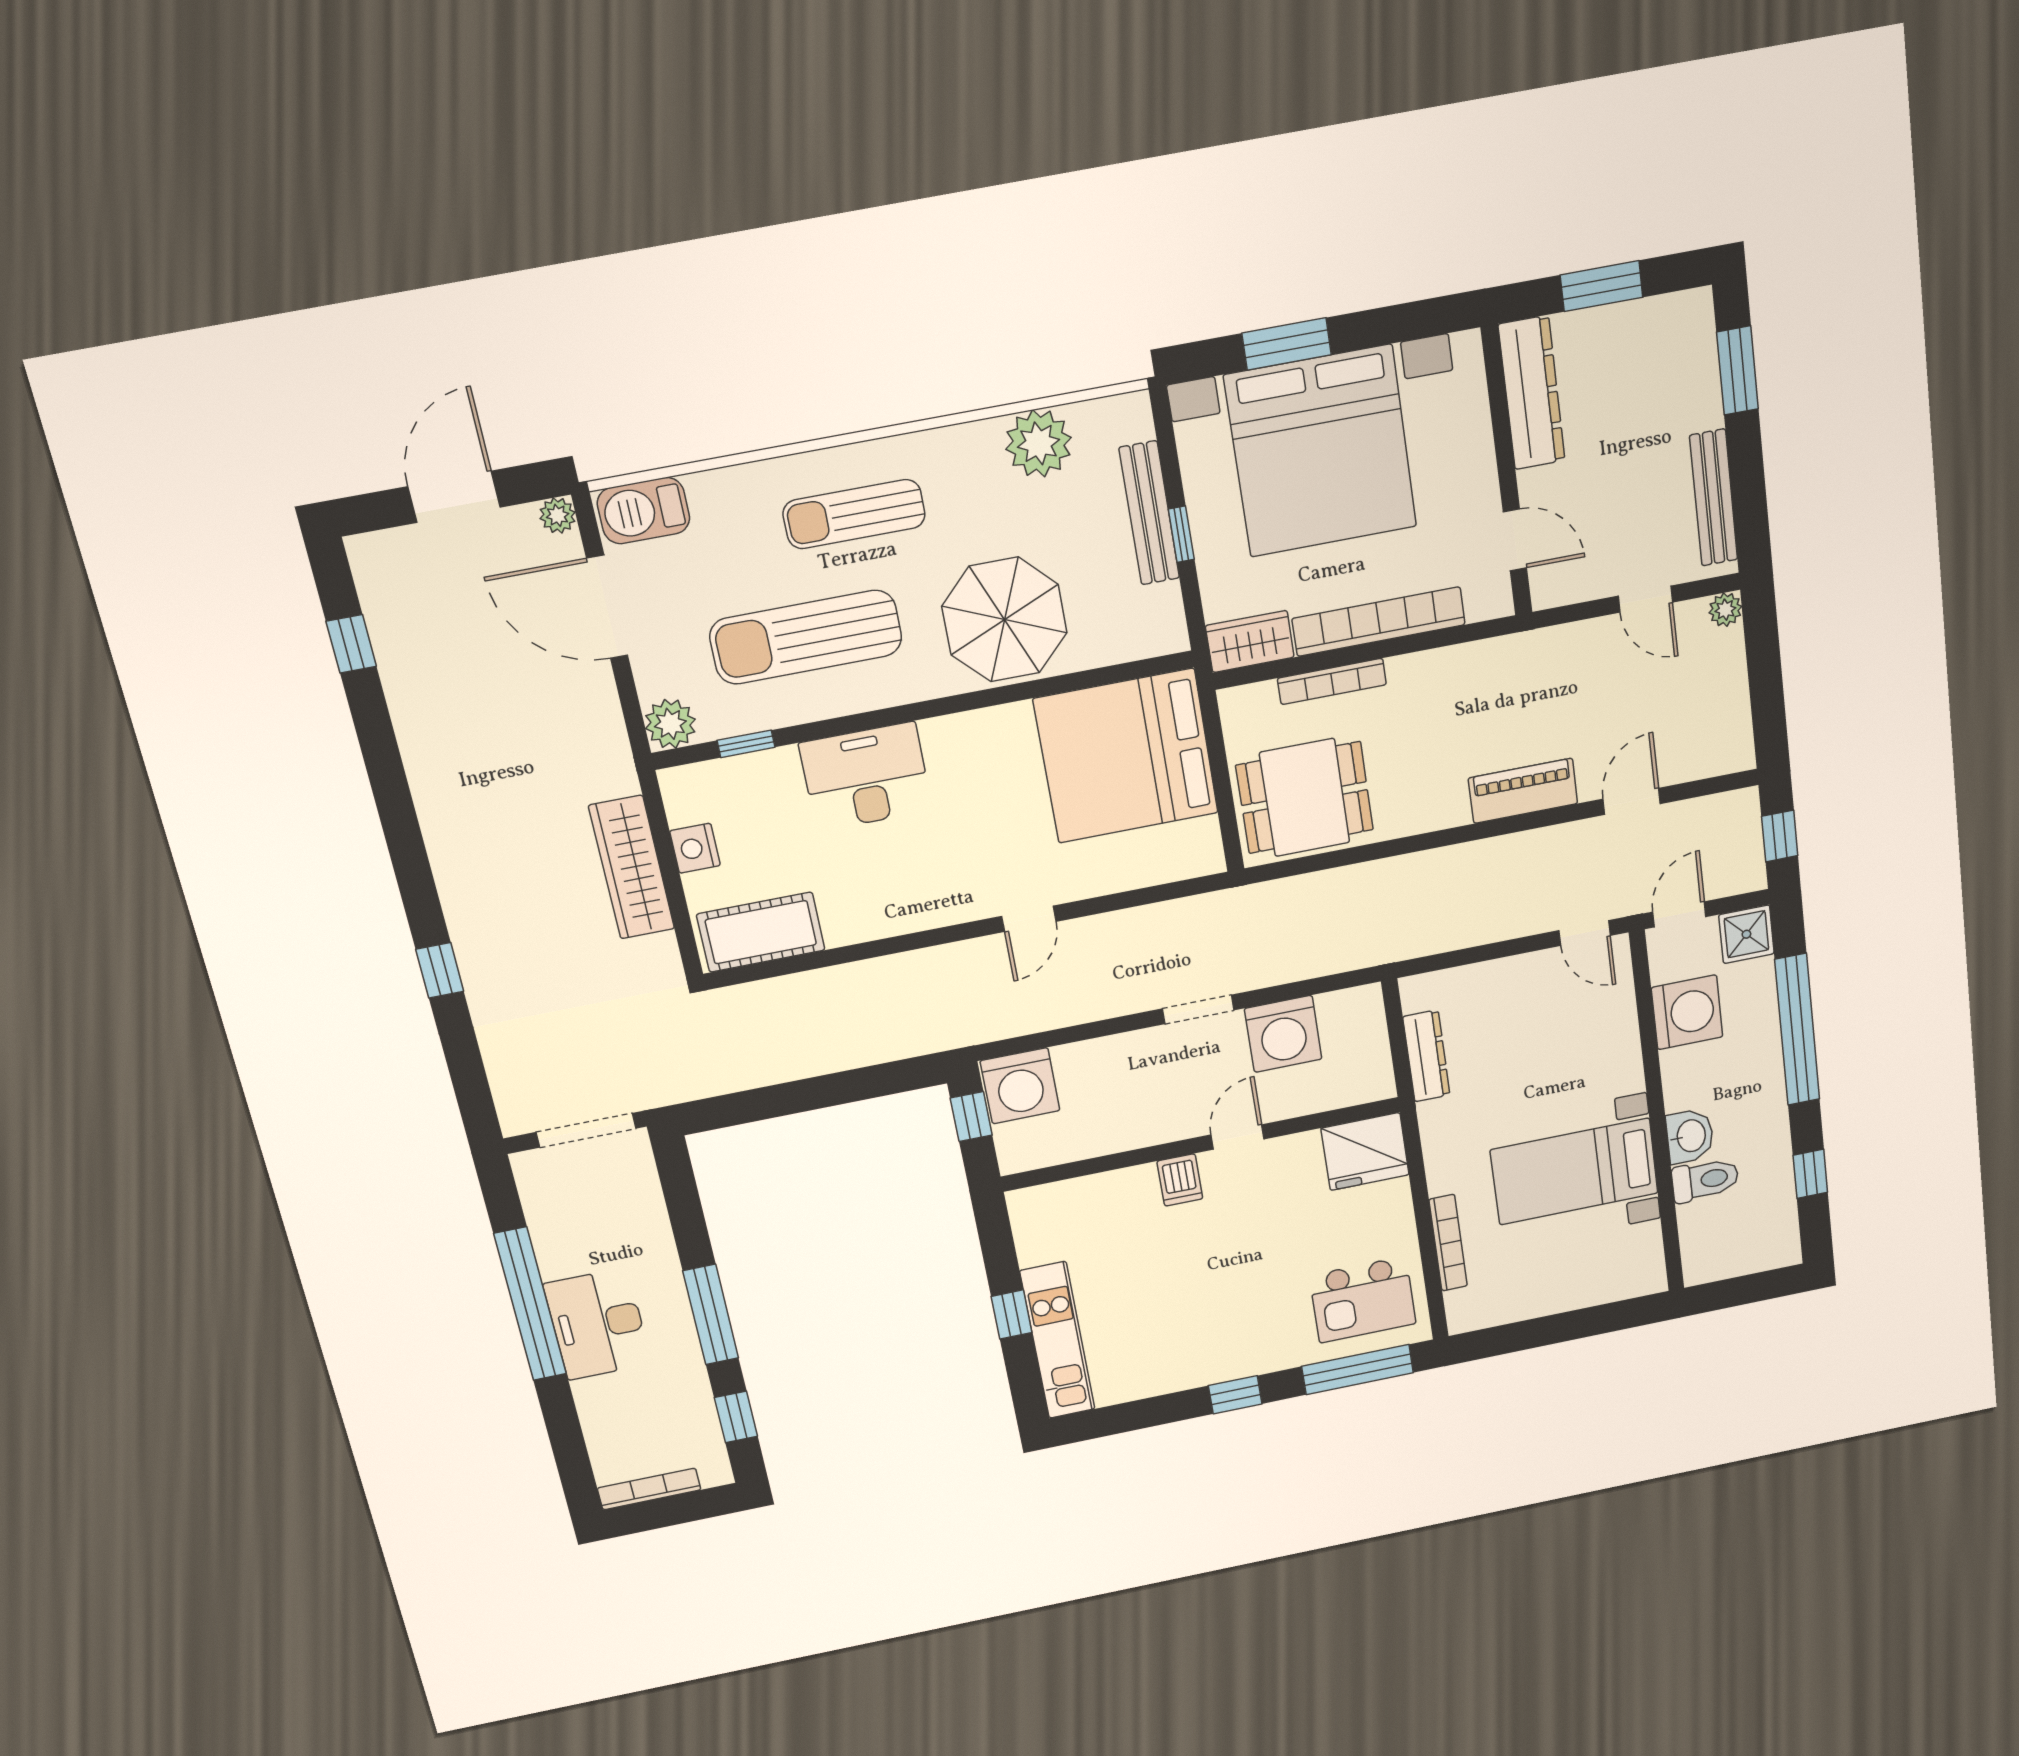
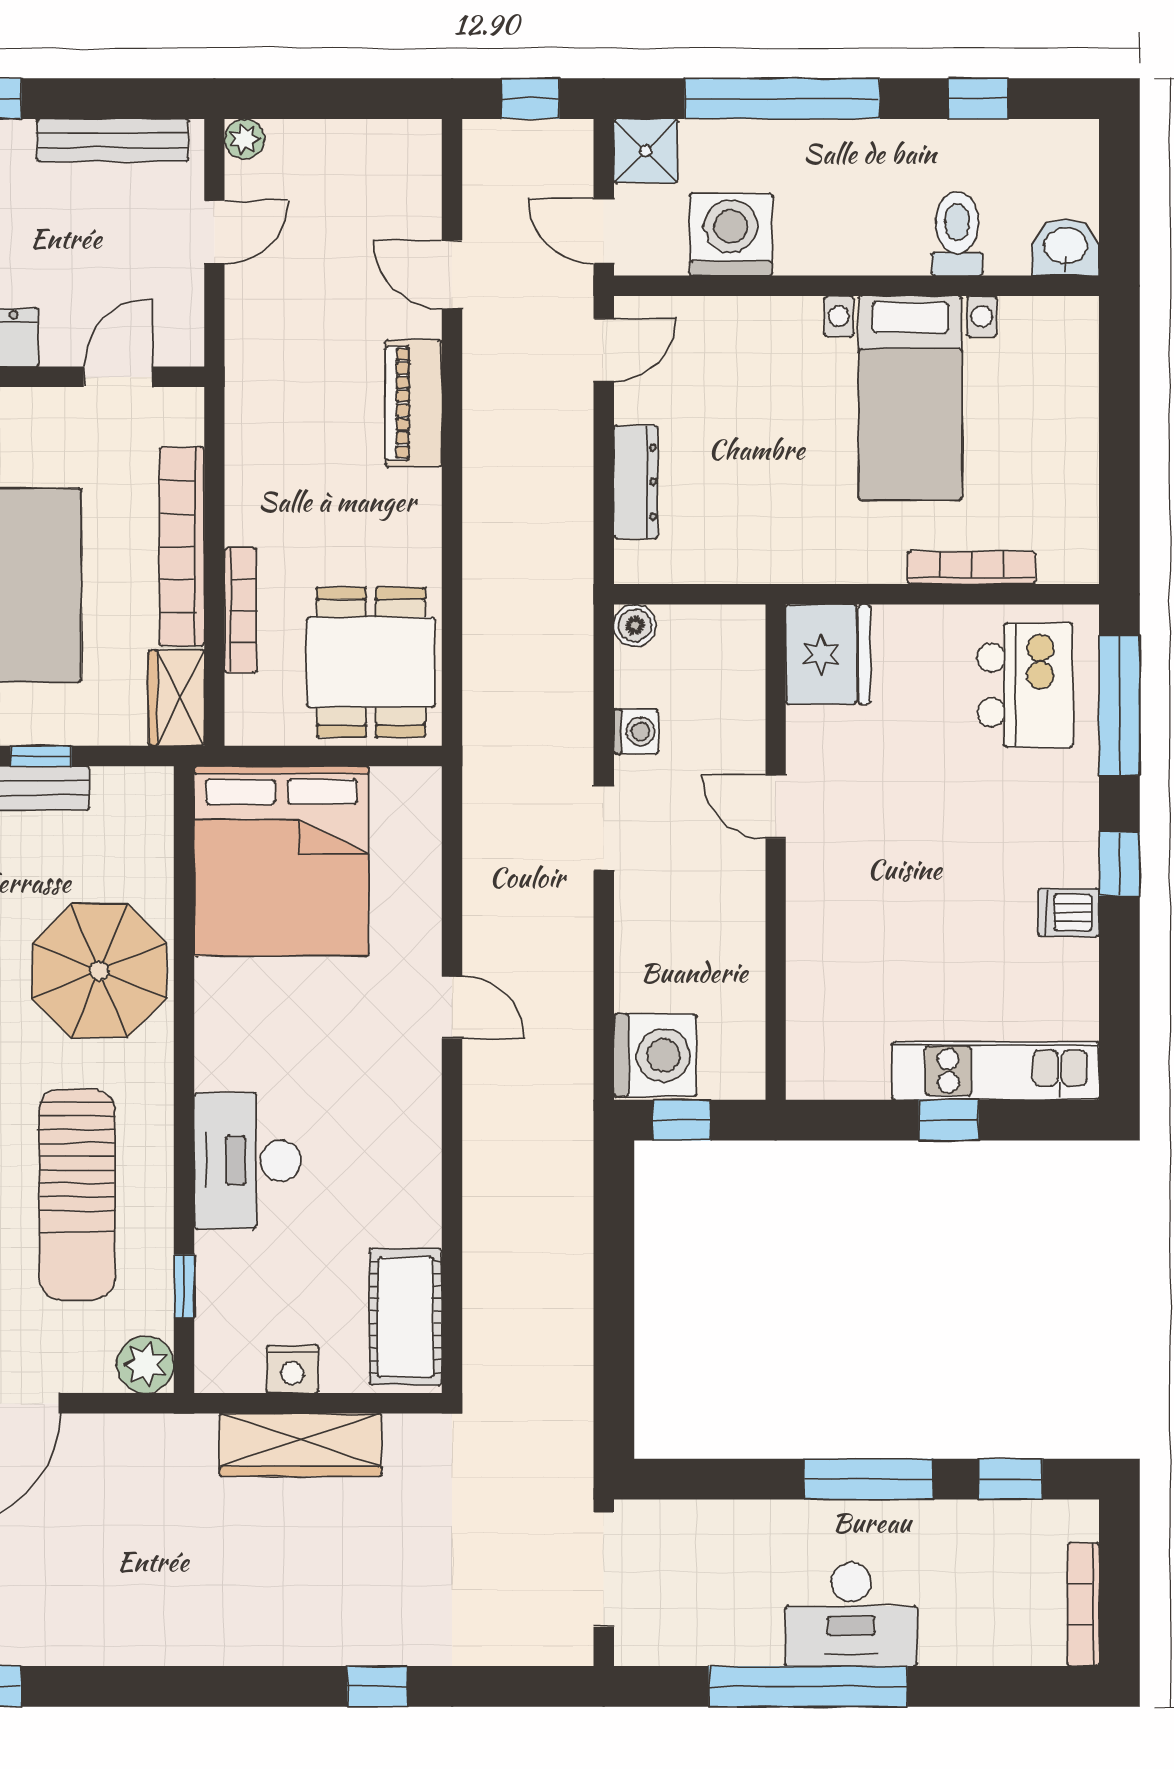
boiler: (1366, 1001) -> (635, 625), added
washing machine: (1283, 1034) -> (636, 731), width x0.53, depth x0.53
dresser: (1426, 1056) -> (636, 482), moved, turned 90
washbasin: (1690, 1136) -> (1066, 247), moved
dishwasher: (1180, 1180) -> (1069, 913), moved, turned 180

